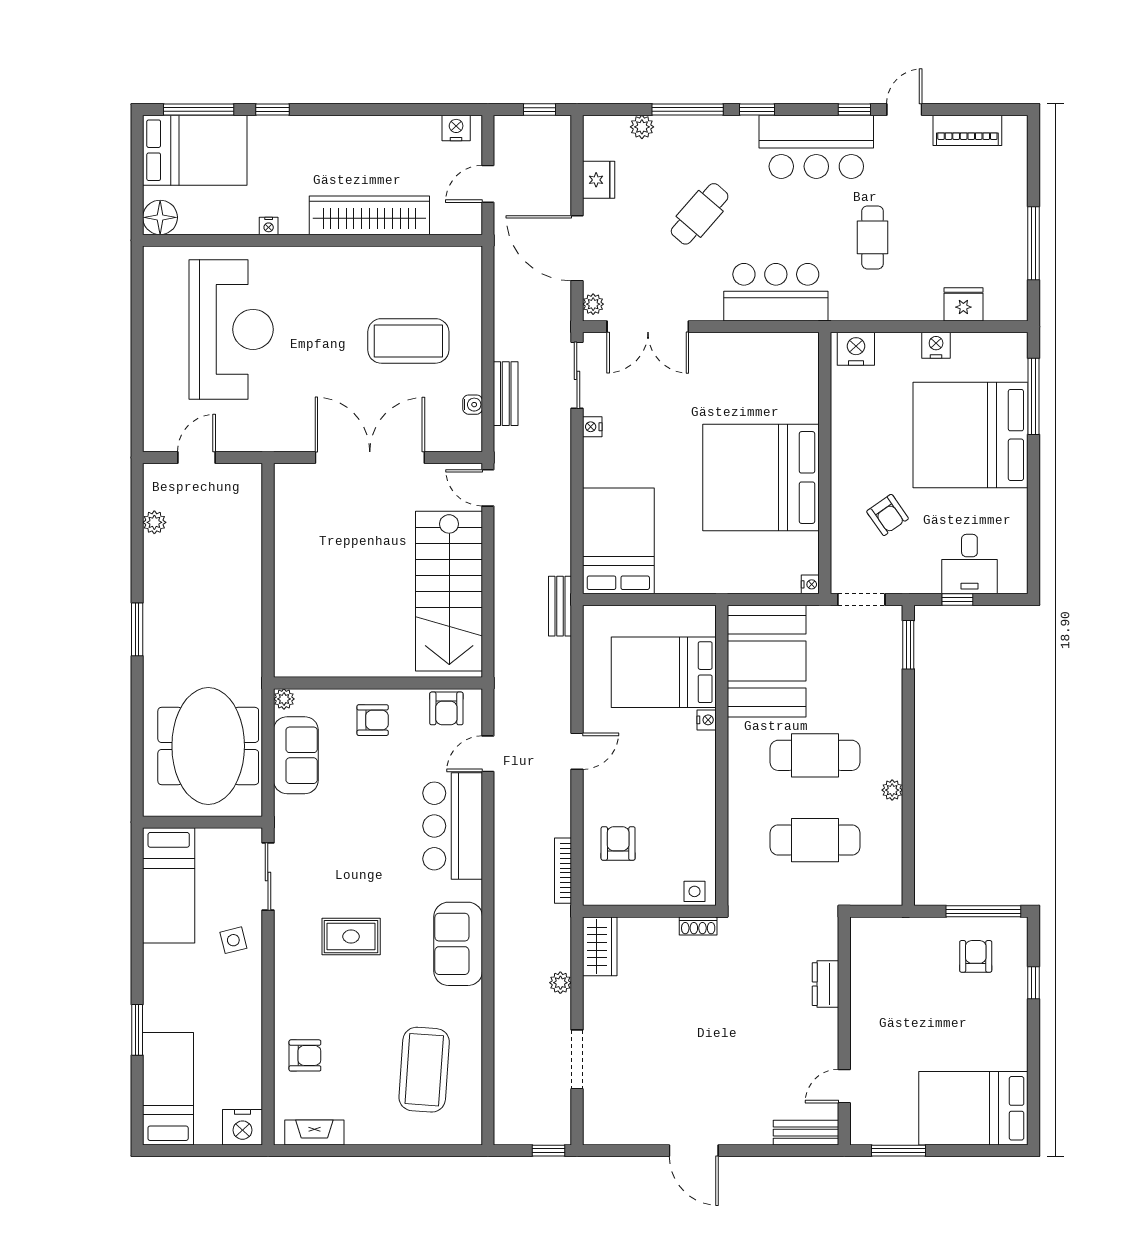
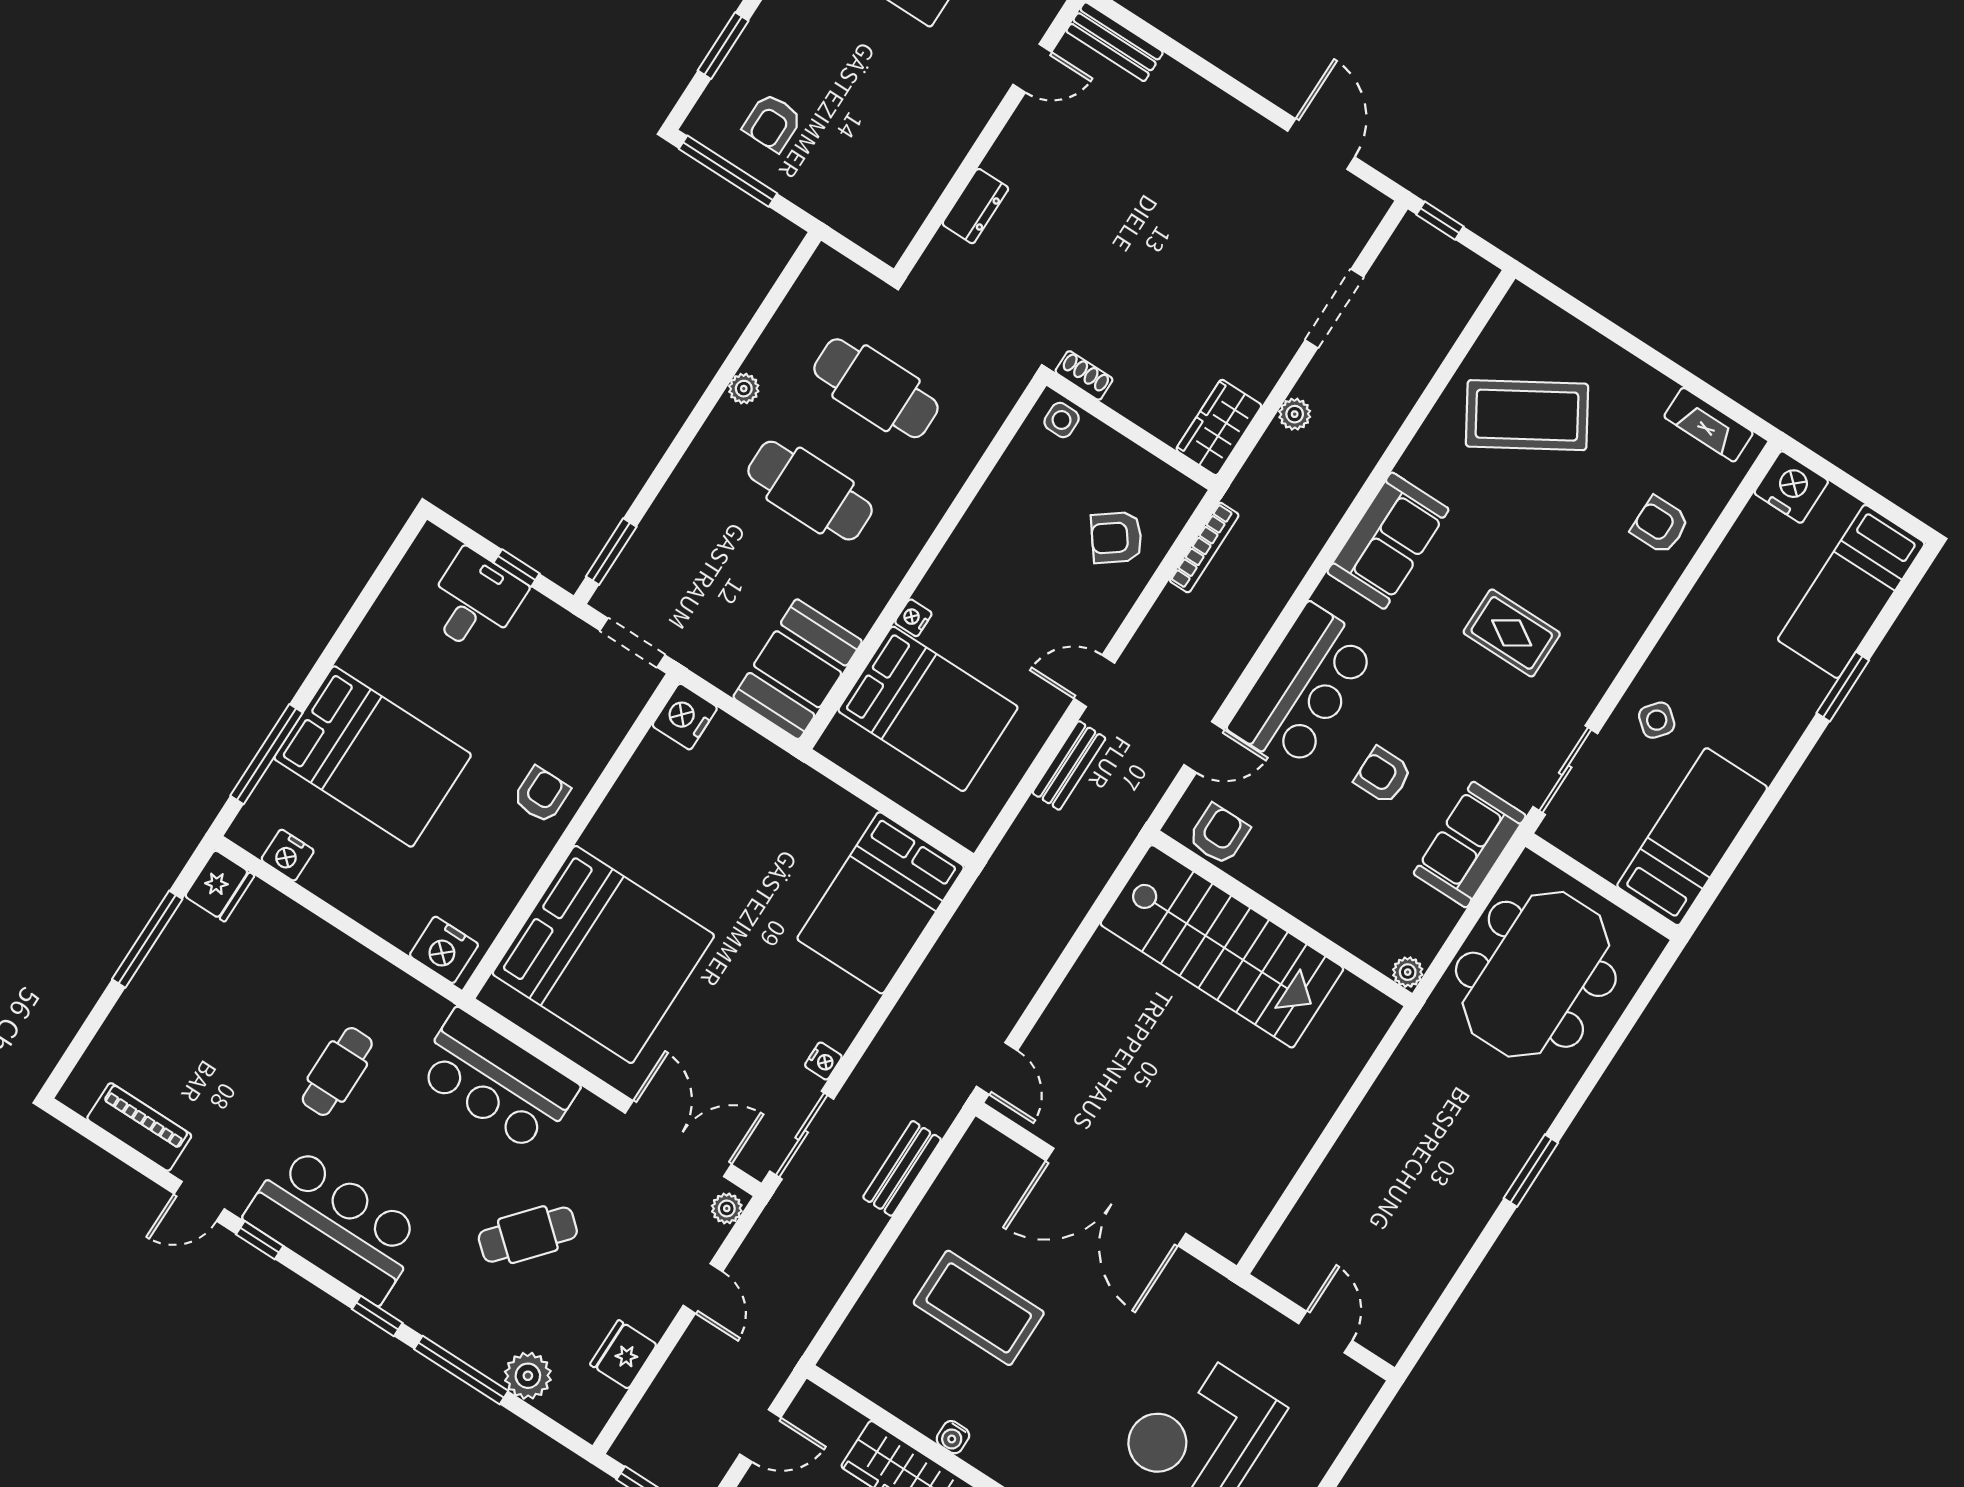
plant: (642, 127) -> (528, 1376), width x1.38, depth x1.38
door: (577, 248) -> (703, 1288), width x0.53
fridge: (963, 304) -> (220, 886), moved, turned -90
nightstand: (936, 345) -> (288, 855), moved
water cooler: (473, 405) -> (953, 1437), moved, turned -90
bed: (971, 435) -> (373, 757), width x0.73
door: (196, 457) -> (1325, 1332), swing flipped
bed: (761, 478) -> (603, 954), moved
armchair: (888, 515) -> (541, 795), moved, turned 35
plant: (154, 522) -> (1427, 1286), removed
nightstand: (810, 584) -> (685, 717), width x1.89, depth x1.79
stairs: (449, 591) -> (1222, 946), moved, turned 90
bench: (560, 606) -> (1069, 765), moved
booth: (767, 661) -> (798, 669), width x0.73, depth x0.70
armchair: (373, 720) -> (1383, 775), moved
sofa: (296, 755) -> (1470, 845), moved
armchair: (618, 843) -> (1117, 537), turned 53
side table: (233, 940) -> (1657, 720), turned -36
window: (1034, 983) -> (723, 46), width x1.50
coffee table: (424, 1070) -> (1527, 415), turned 55
door: (694, 1151) -> (1321, 144), moved

